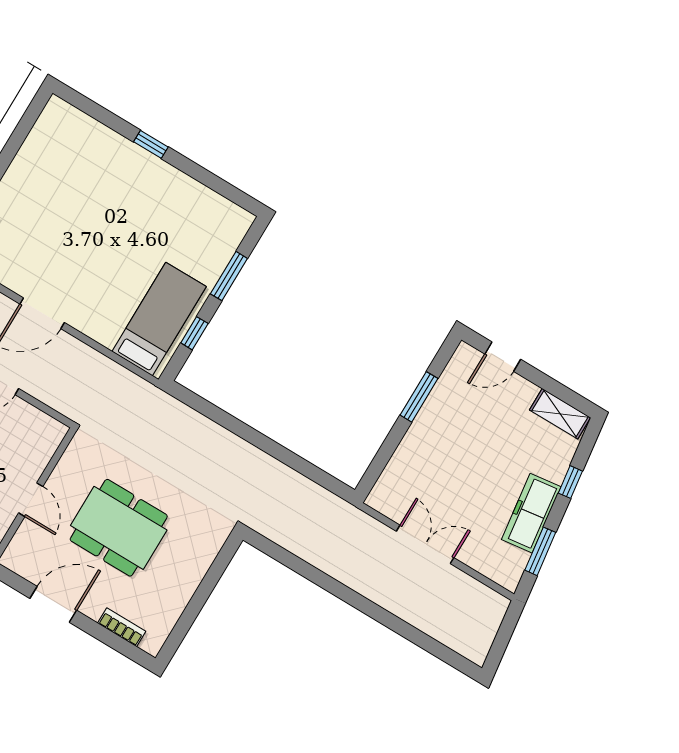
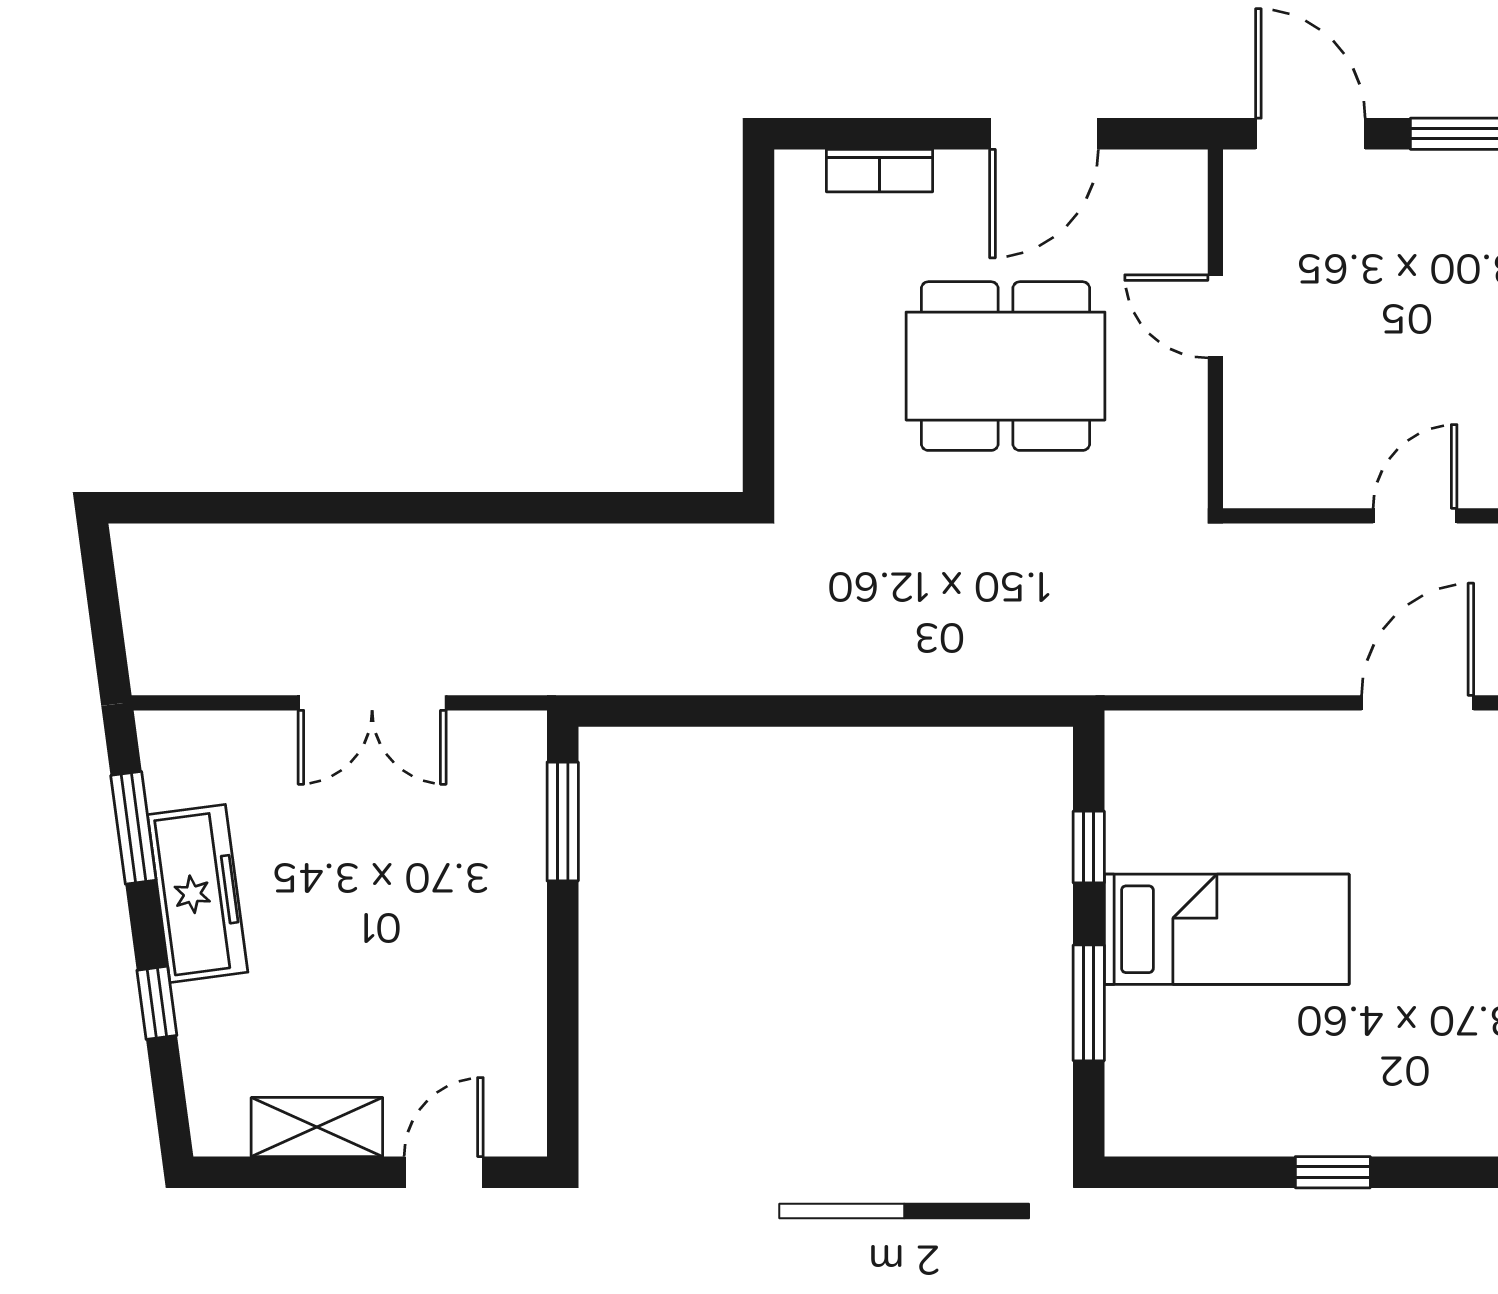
window: (151, 144) -> (1333, 1172), moved
bed: (159, 319) -> (1227, 929), moved, turned -90
window: (419, 397) -> (563, 822), moved
shelving: (560, 414) -> (317, 1127), moved

